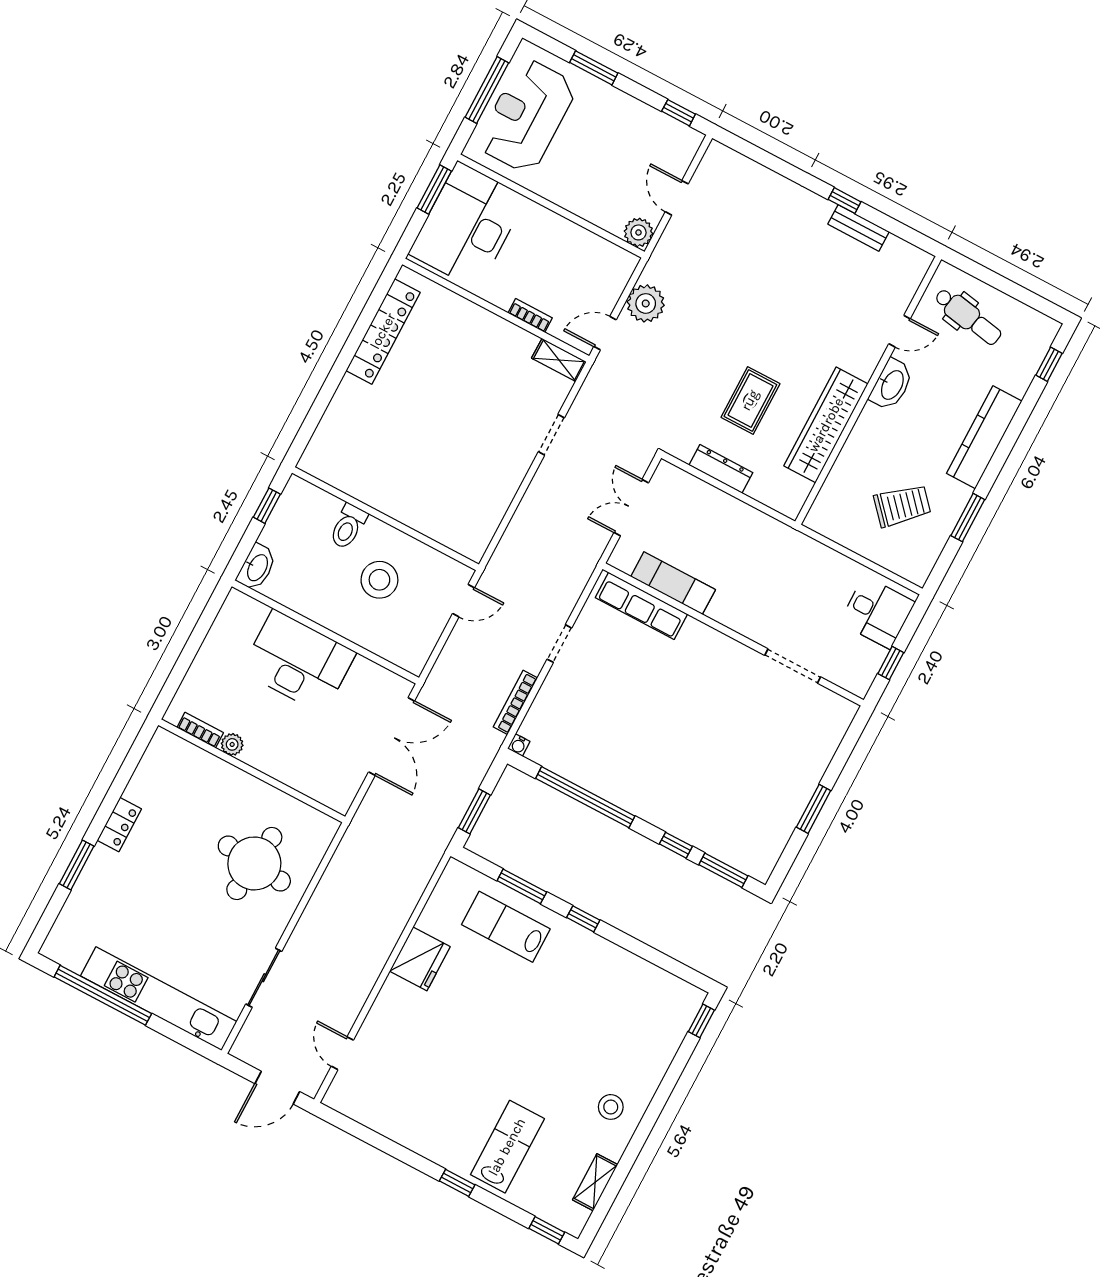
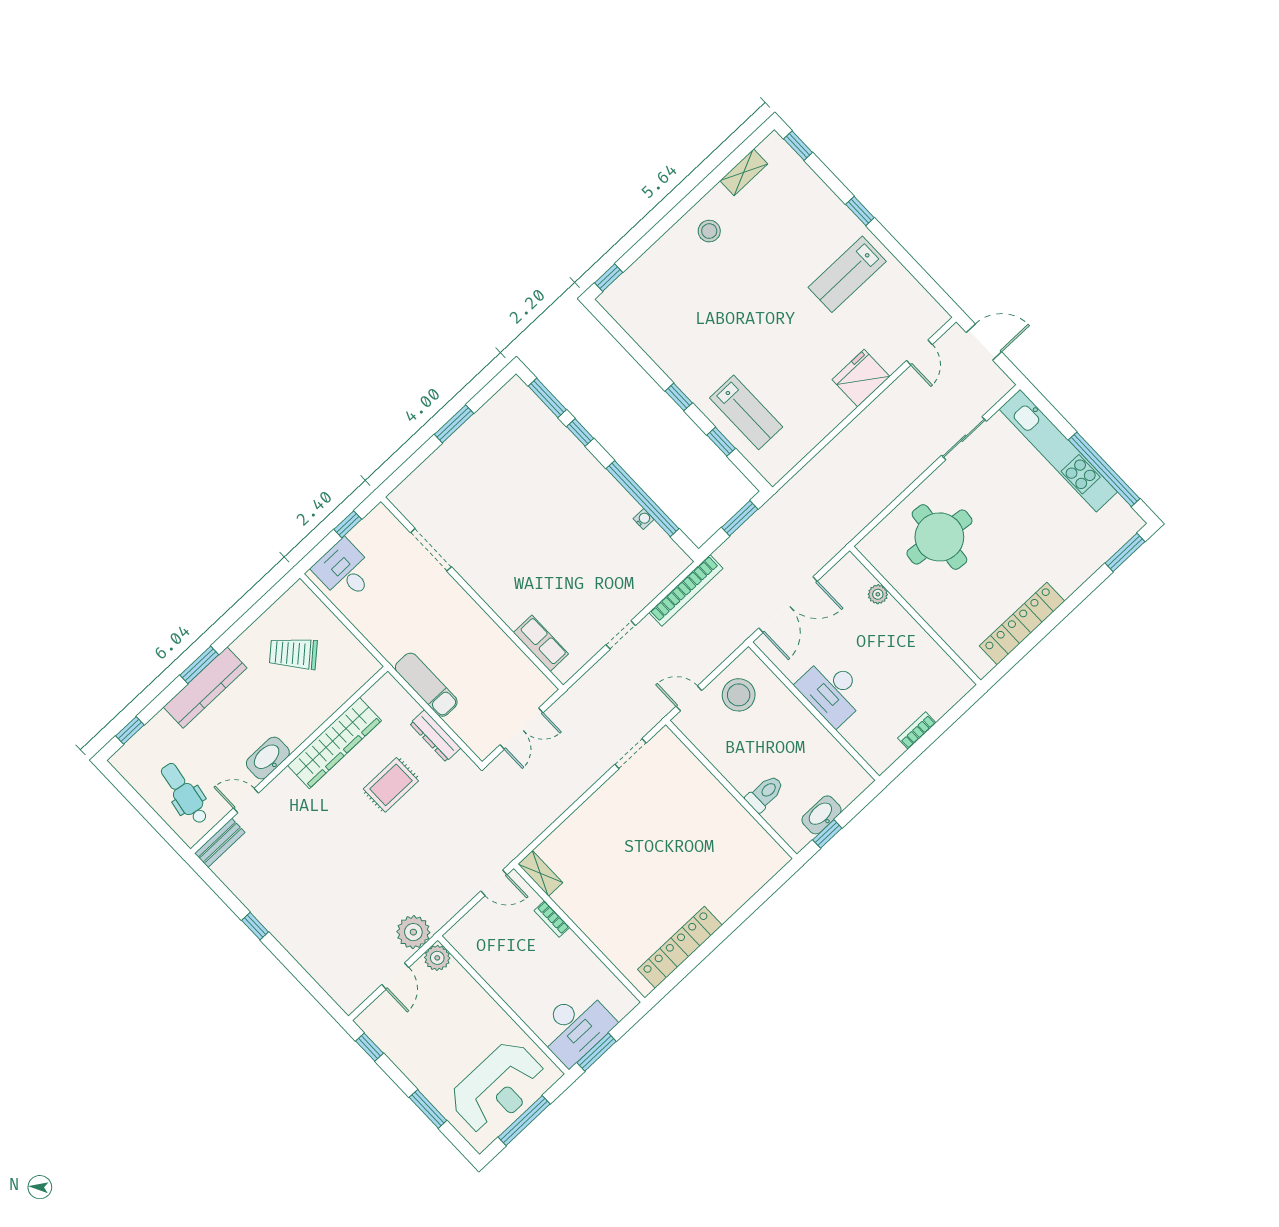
desk: (468, 226) -> (575, 1027), width x0.73, depth x0.77
bench: (859, 228) -> (220, 843), moved, turned 90
plant: (646, 303) -> (413, 932), moved
doorway: (551, 435) -> (630, 754), moved
window: (968, 518) -> (199, 665), moved
washbasin: (257, 567) -> (822, 815), moved
stool: (379, 580) -> (739, 695), moved
exam couch: (673, 583) -> (426, 685), moved, turned 180
row of seats: (641, 606) -> (541, 643), width x0.68
desk: (298, 662) -> (832, 691), width x0.73, depth x0.77
bookcase: (515, 702) -> (686, 590), width x1.48, depth x1.31
bookcase: (200, 730) -> (917, 731), moved, turned 90
double door: (392, 736) -> (788, 605), swing flipped
plant: (232, 744) -> (878, 594), moved
water cooler: (519, 745) -> (644, 519), moved
locker: (119, 825) -> (1022, 624), width x2.16, depth x1.21
window: (77, 865) -> (1125, 552), moved
window: (522, 886) -> (721, 442), width x0.67
fridge: (420, 959) -> (861, 378), moved
lab bench: (507, 1147) -> (847, 274), moved

